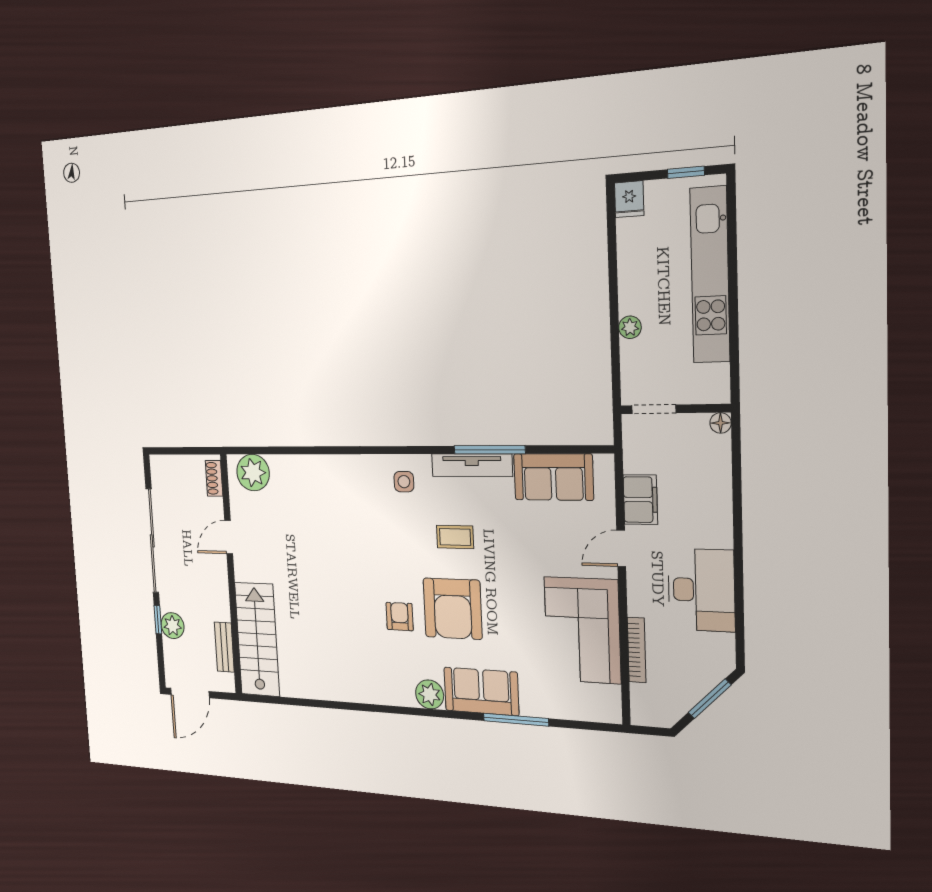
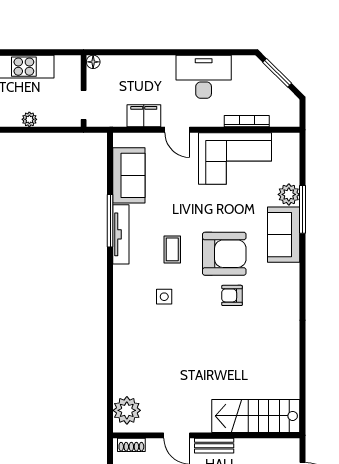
side table: (404, 482) -> (164, 297), moved
bench: (224, 647) -> (214, 446), moved
plant: (430, 694) -> (289, 194), moved

